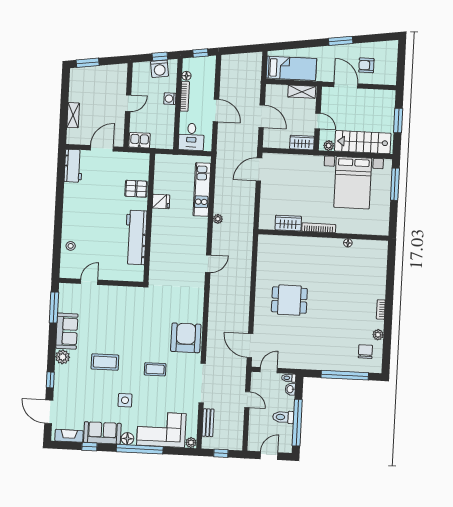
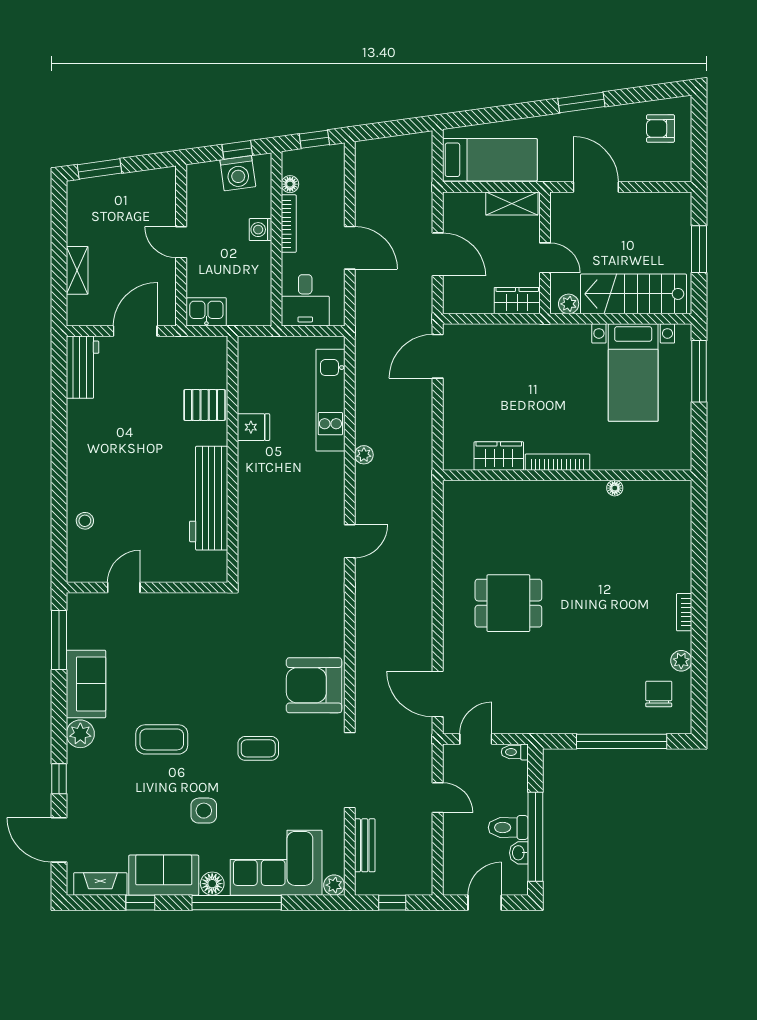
armchair: (366, 65) -> (660, 128), moved
door: (128, 103) -> (181, 242), swing flipped
bed with nightstands: (353, 183) -> (633, 373), width x0.73
armchair: (186, 338) -> (314, 685), turned -90
washbasin: (290, 389) -> (519, 853), moved

